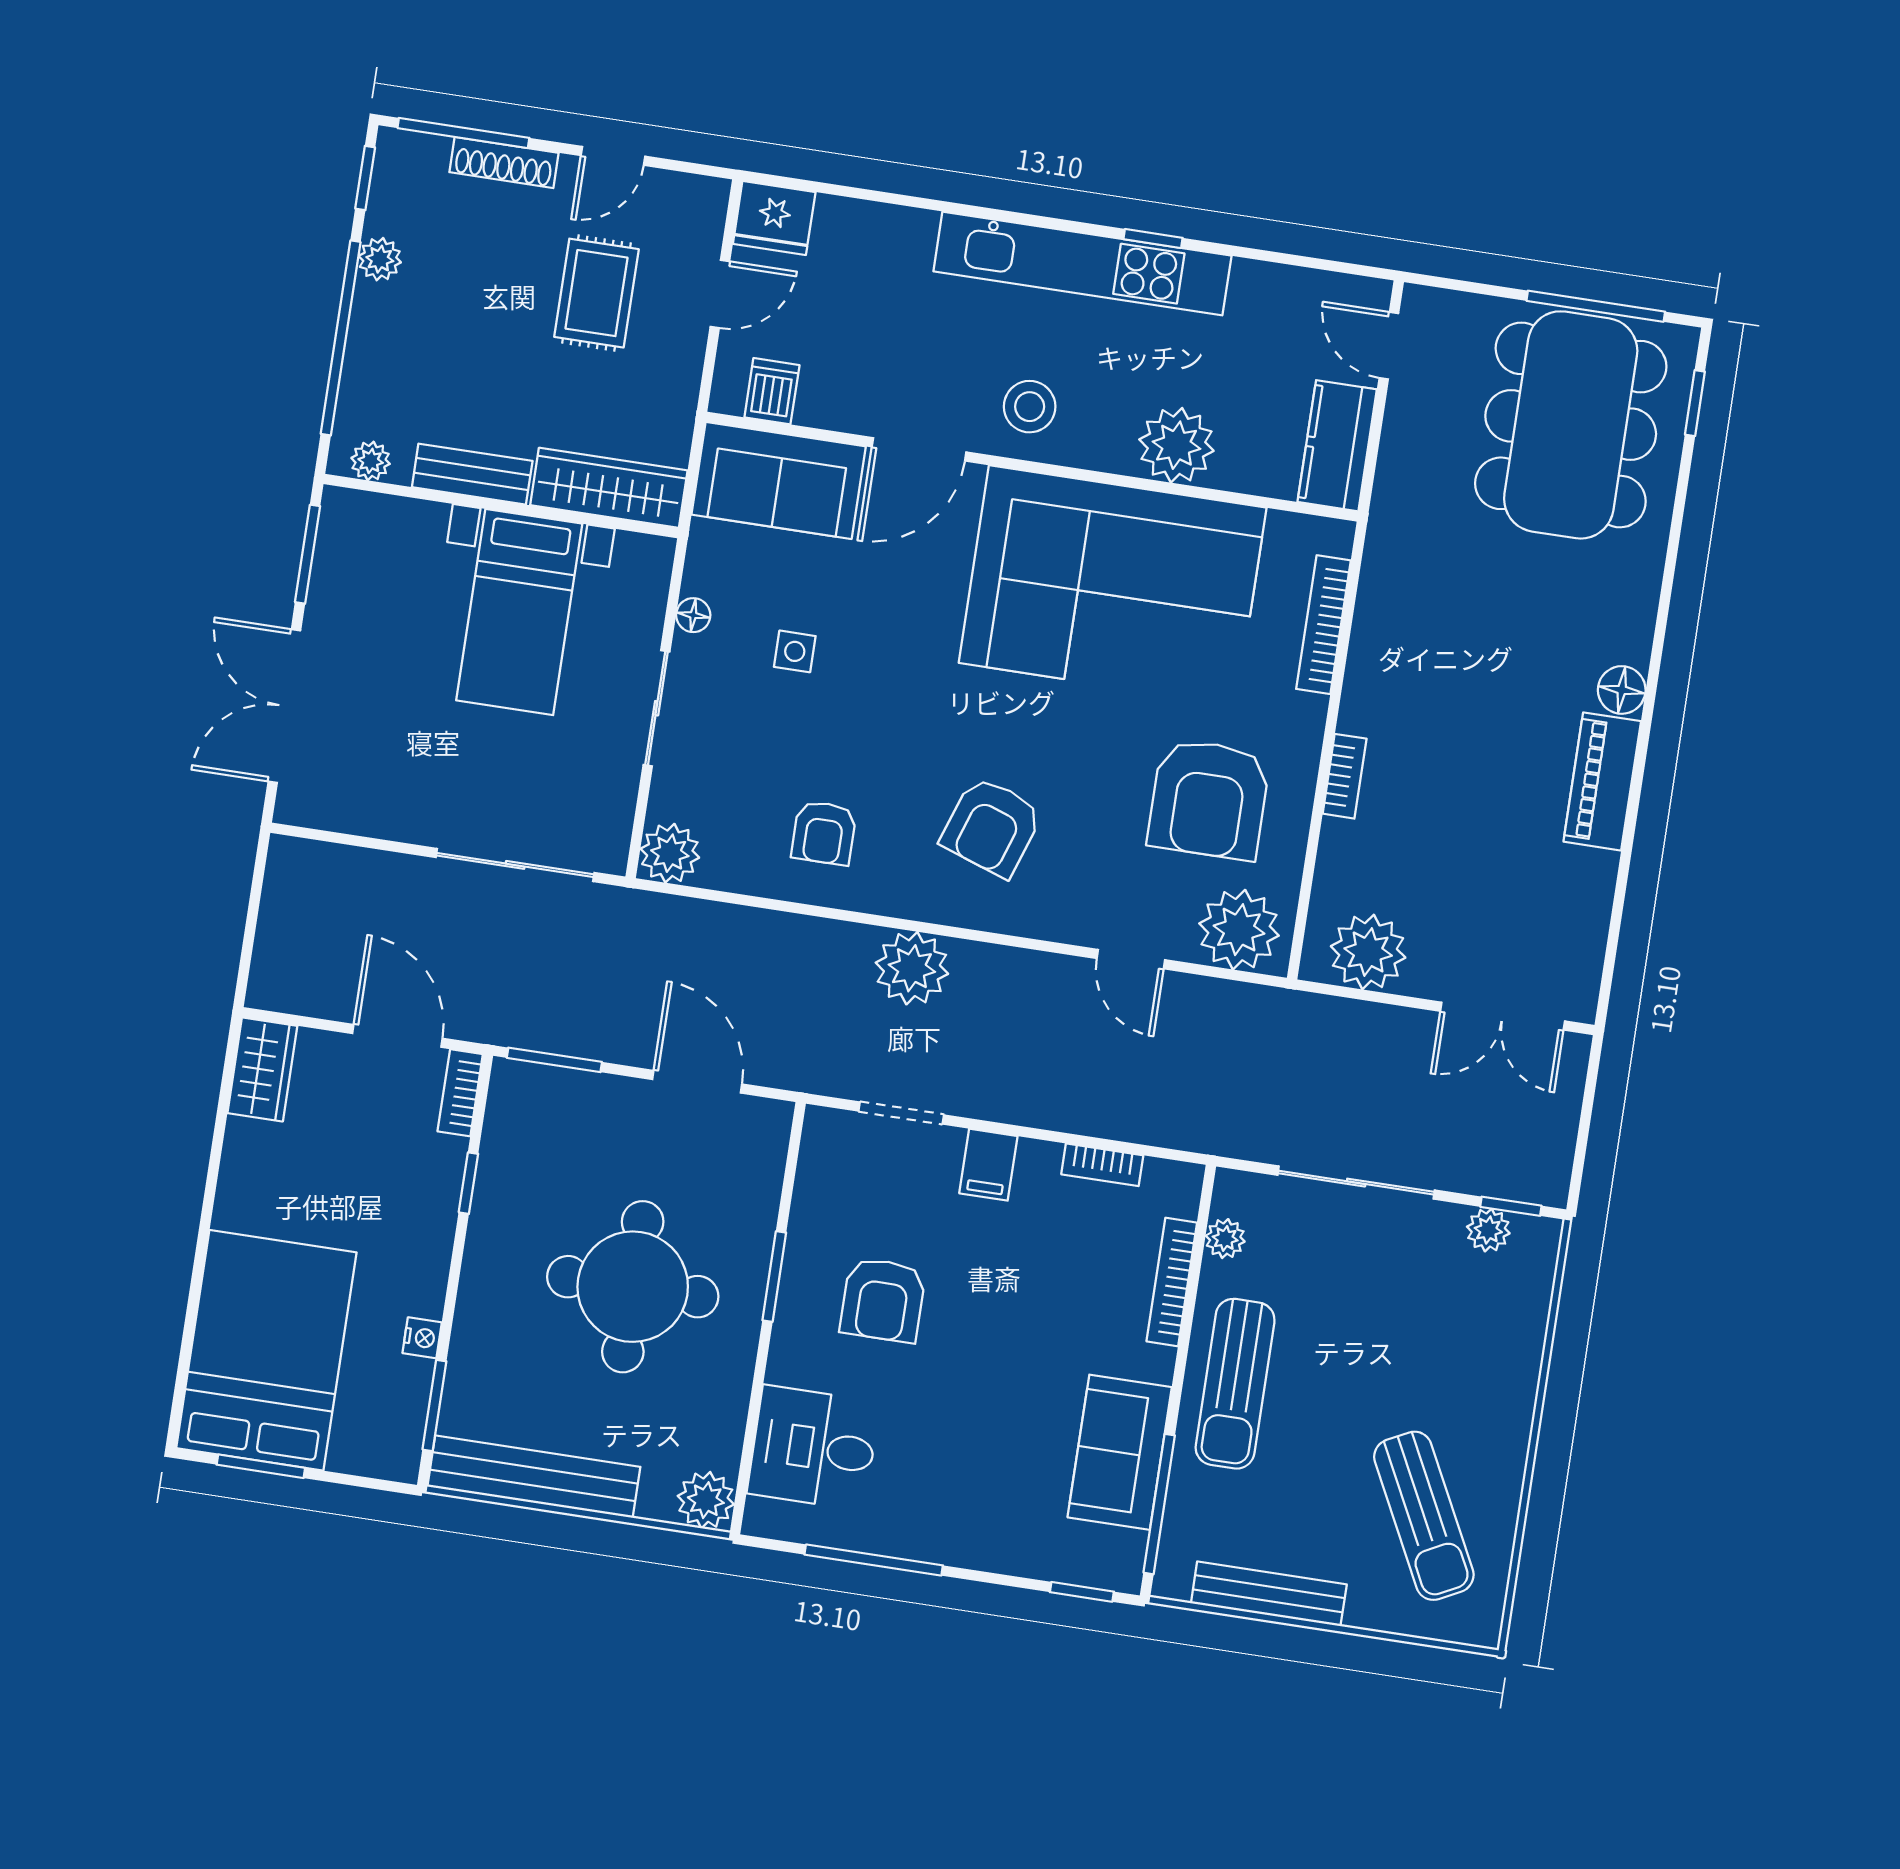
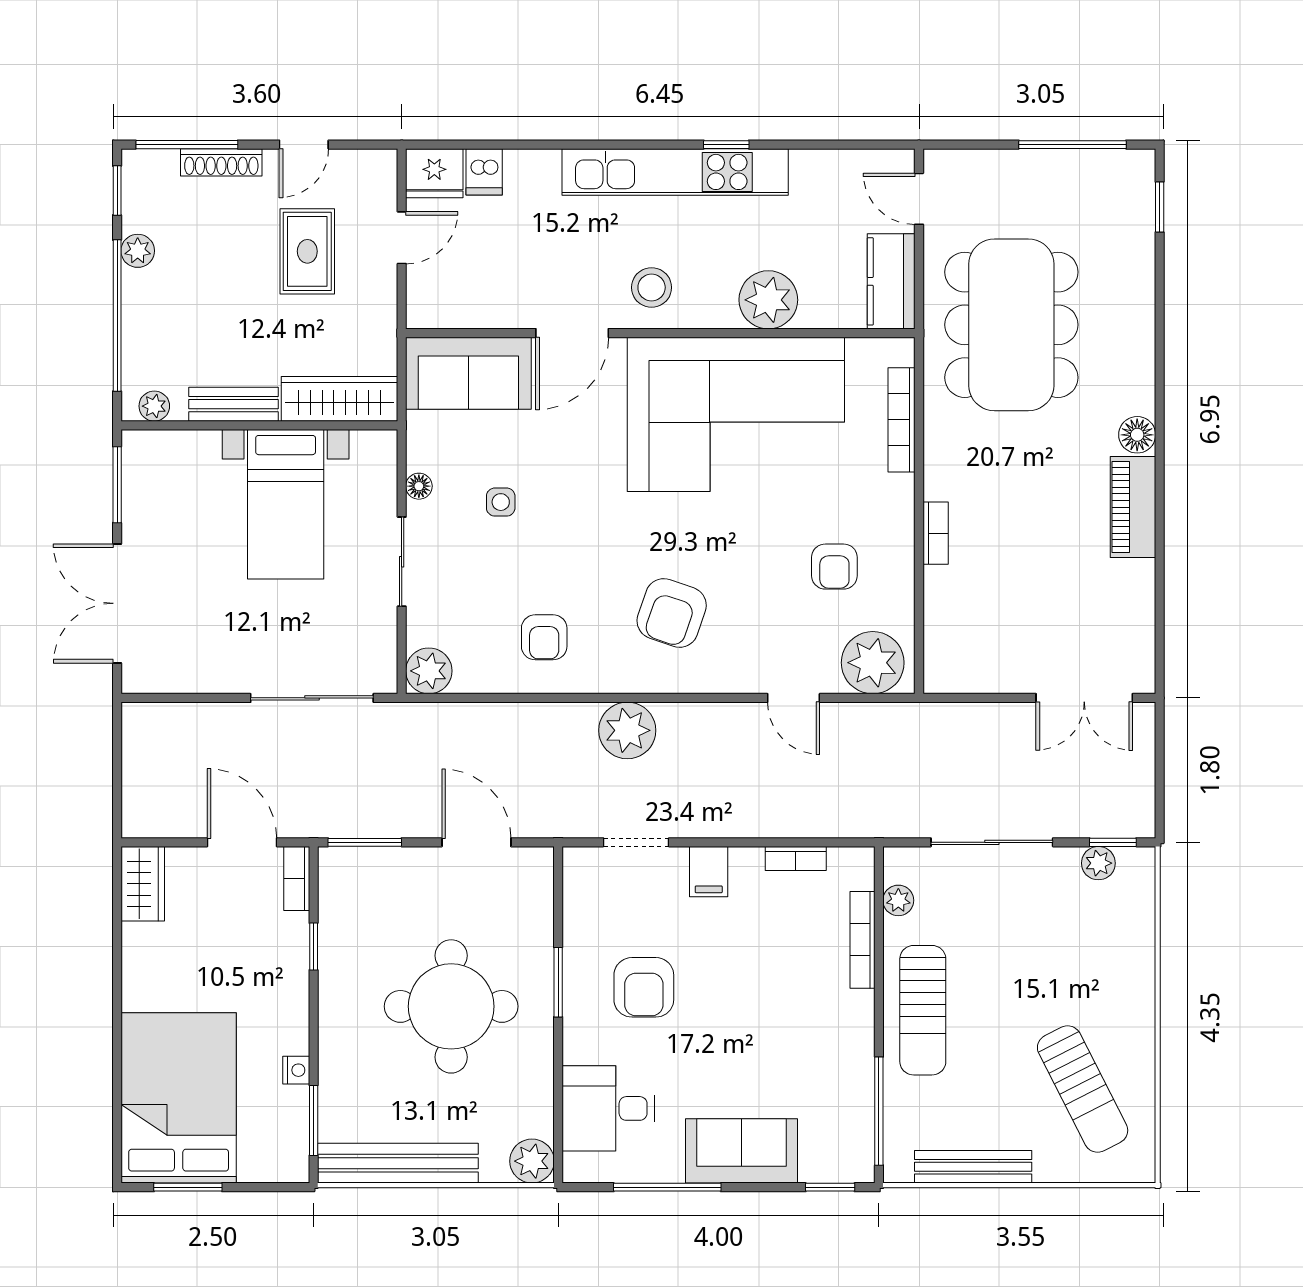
dishwasher: (772, 391) -> (484, 172), moved, turned 180
dining table: (1571, 425) -> (1011, 325), moved
armchair: (1209, 799) -> (834, 567), width x0.53, depth x0.53
plant: (1368, 952) -> (974, 665), removed
sofa: (1120, 1452) -> (742, 1151), moved, turned 90

